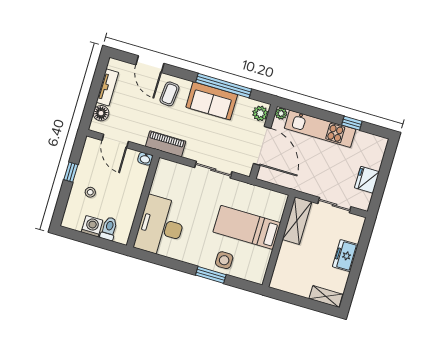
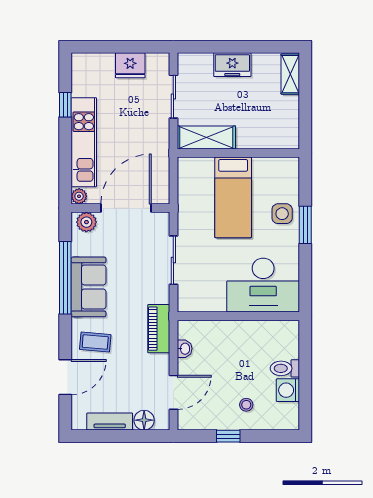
wall: (143, 201) -> (238, 316), moved
desk: (161, 226) -> (263, 285), moved

